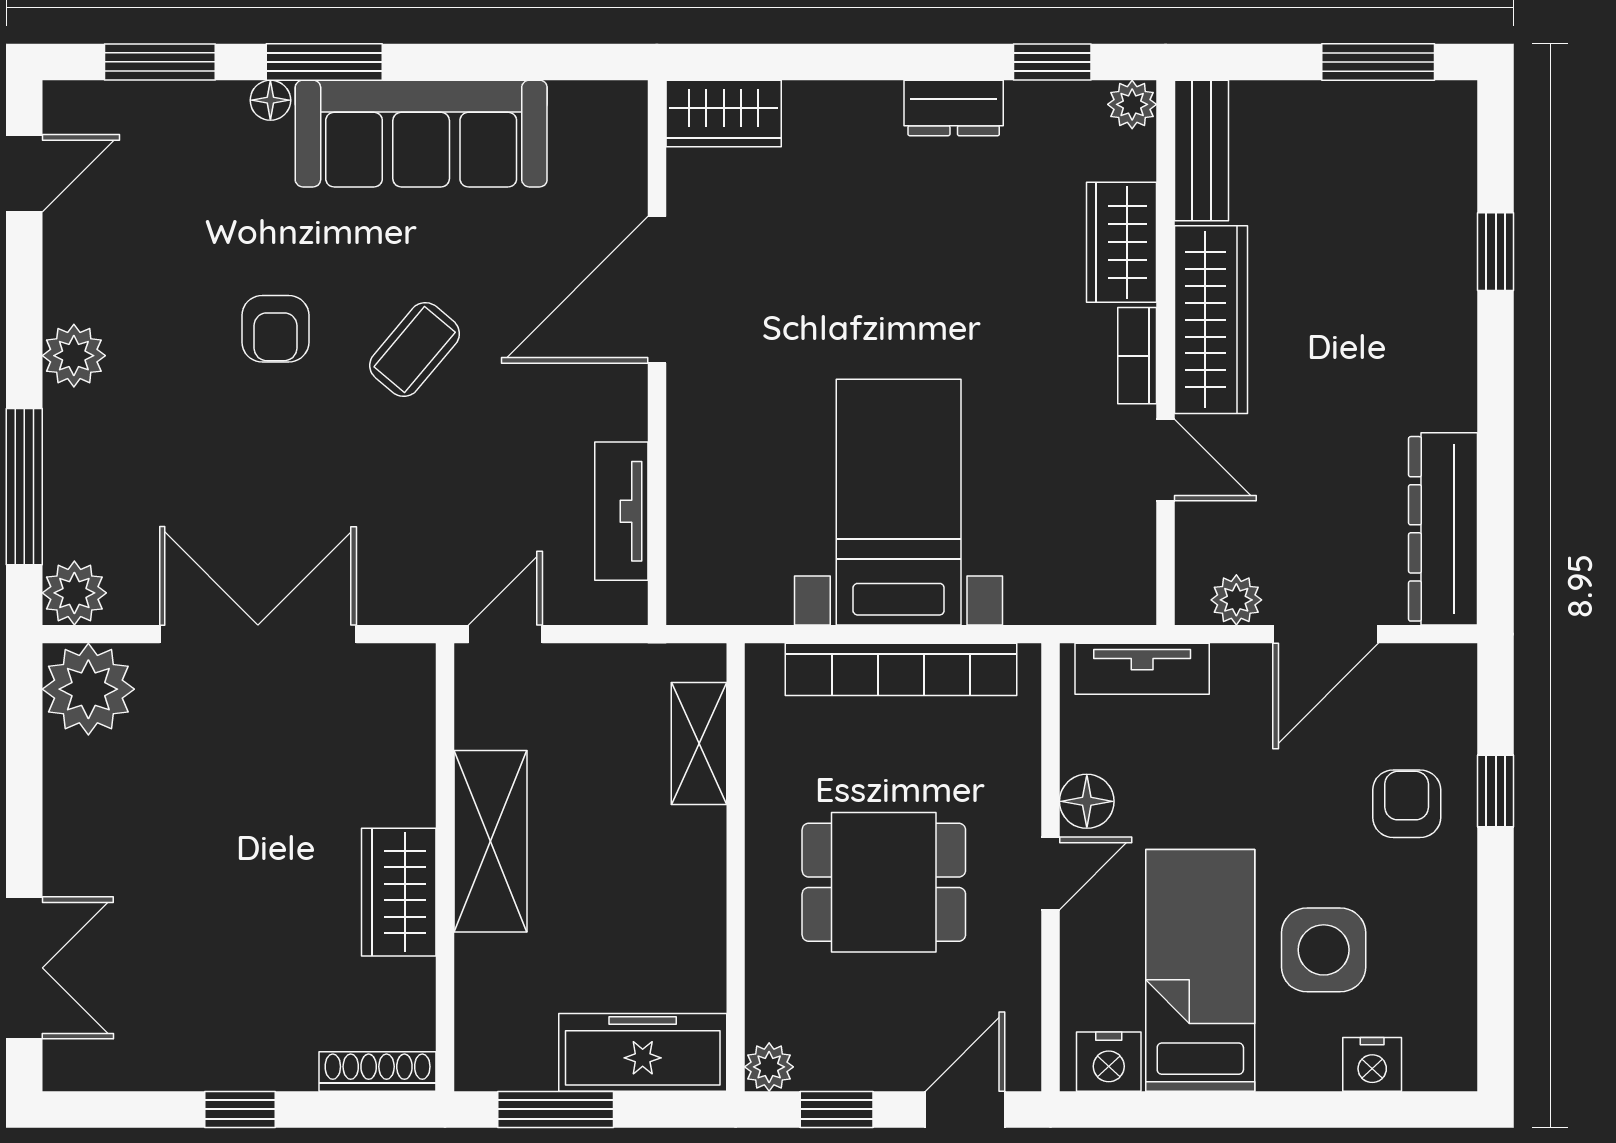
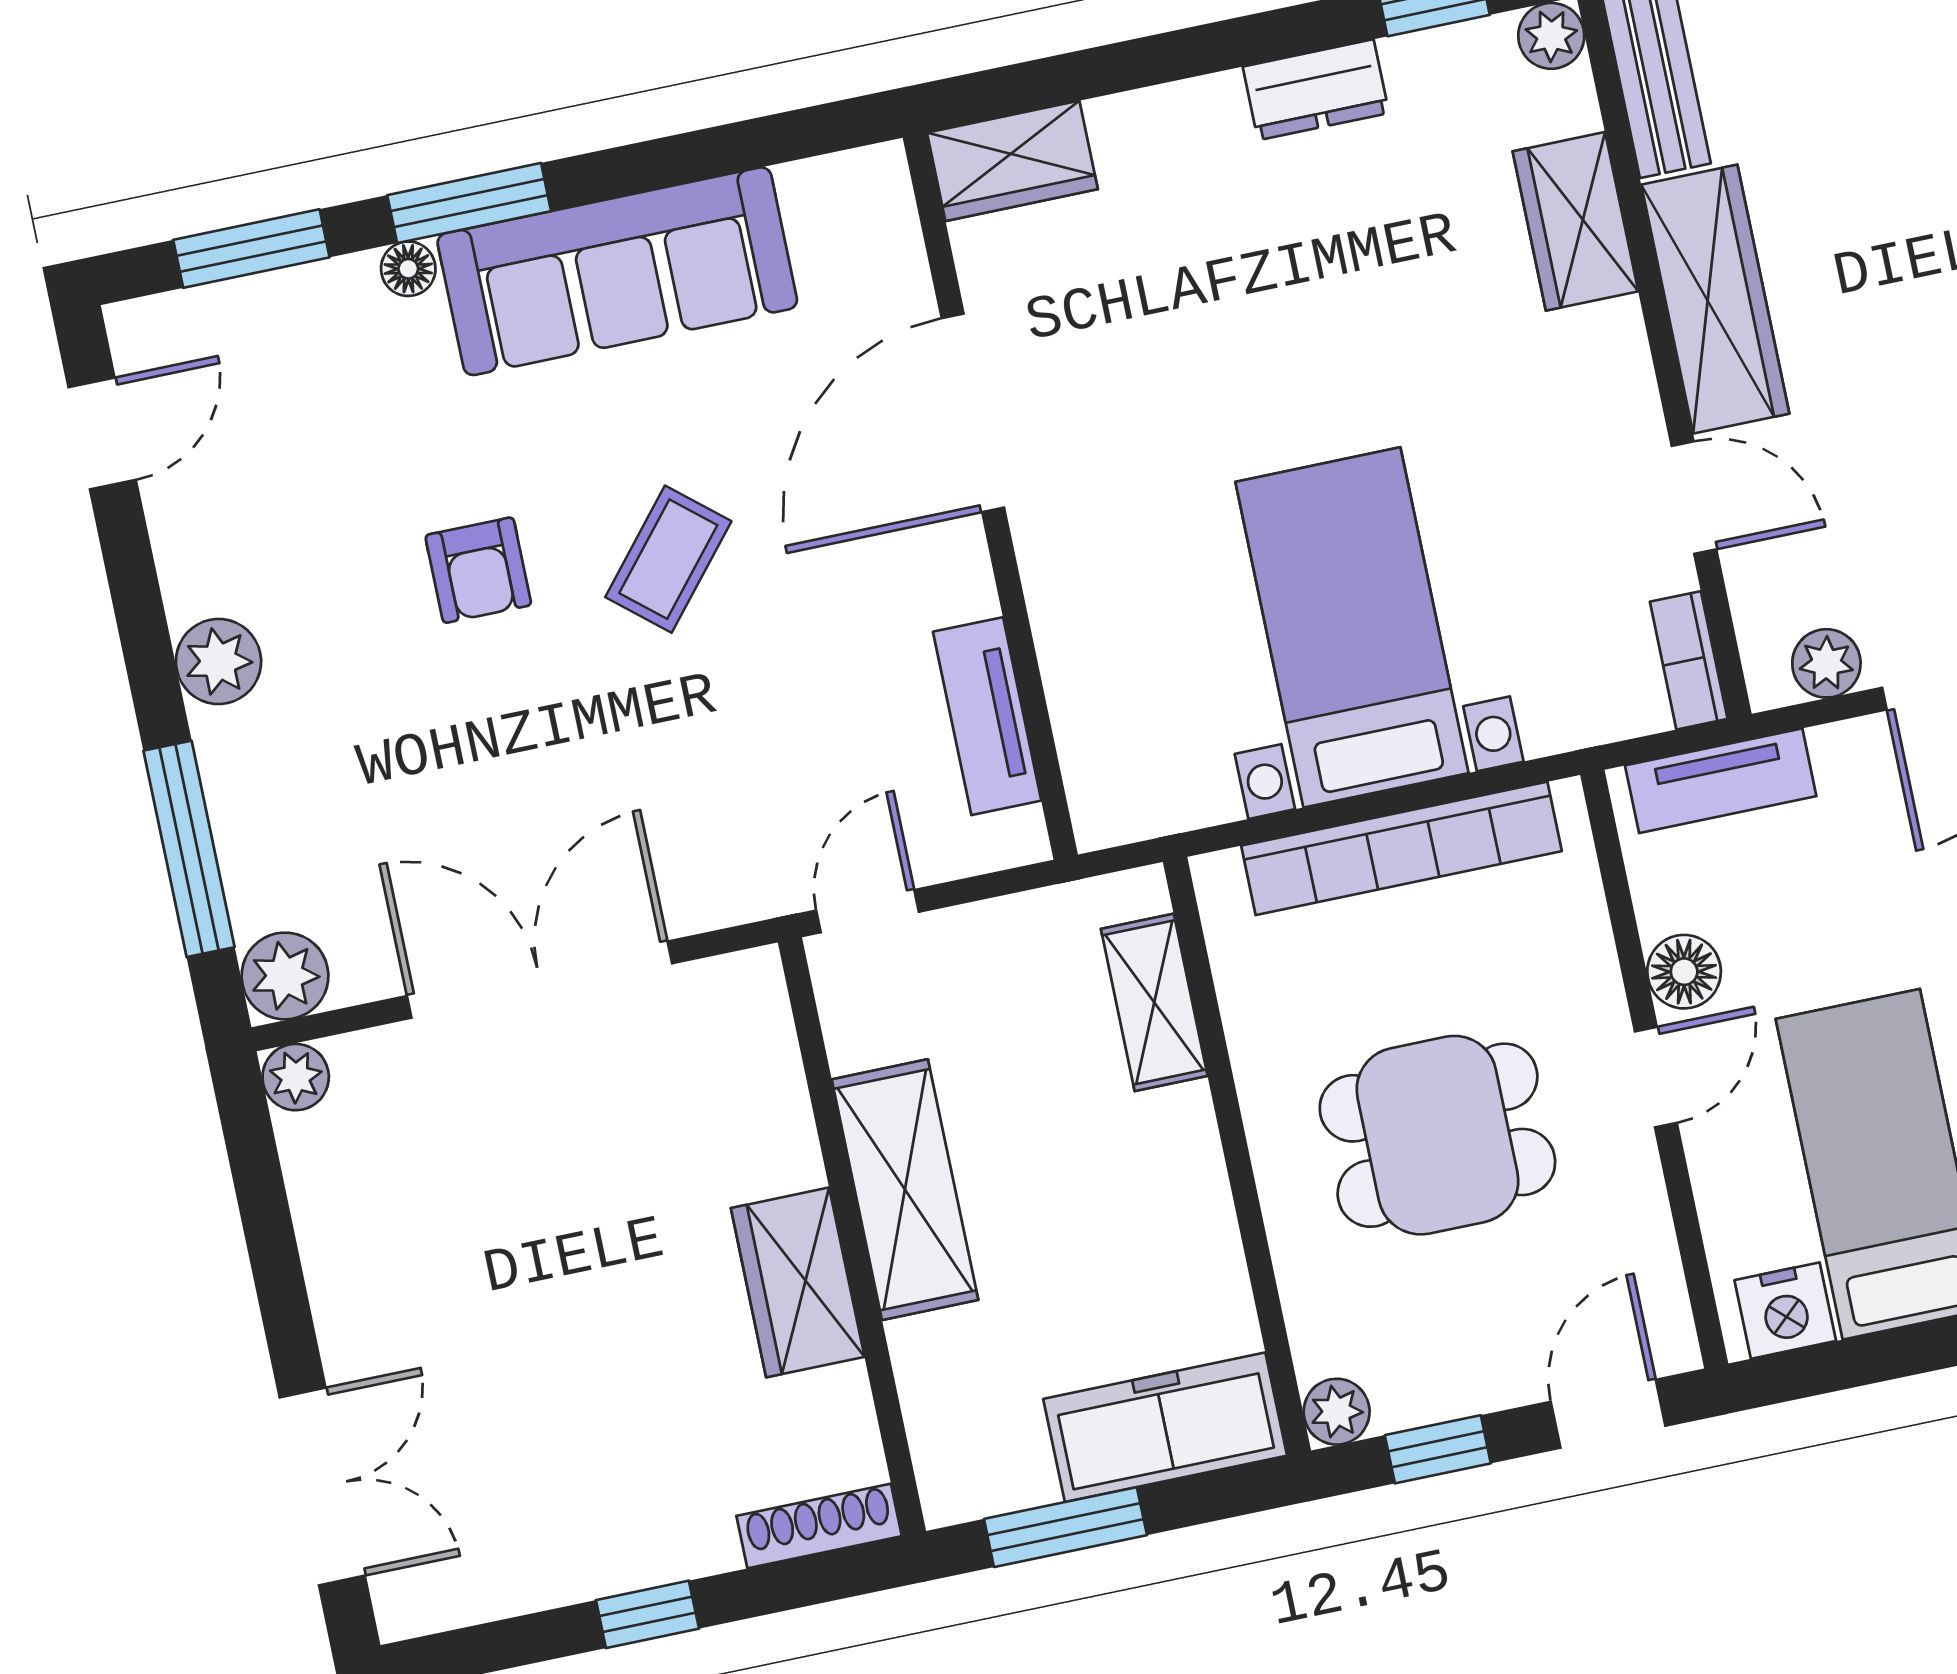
bookcase: (1137, 356) -> (1689, 660), moved
plant: (88, 689) -> (296, 1077), width x0.53, depth x0.53

